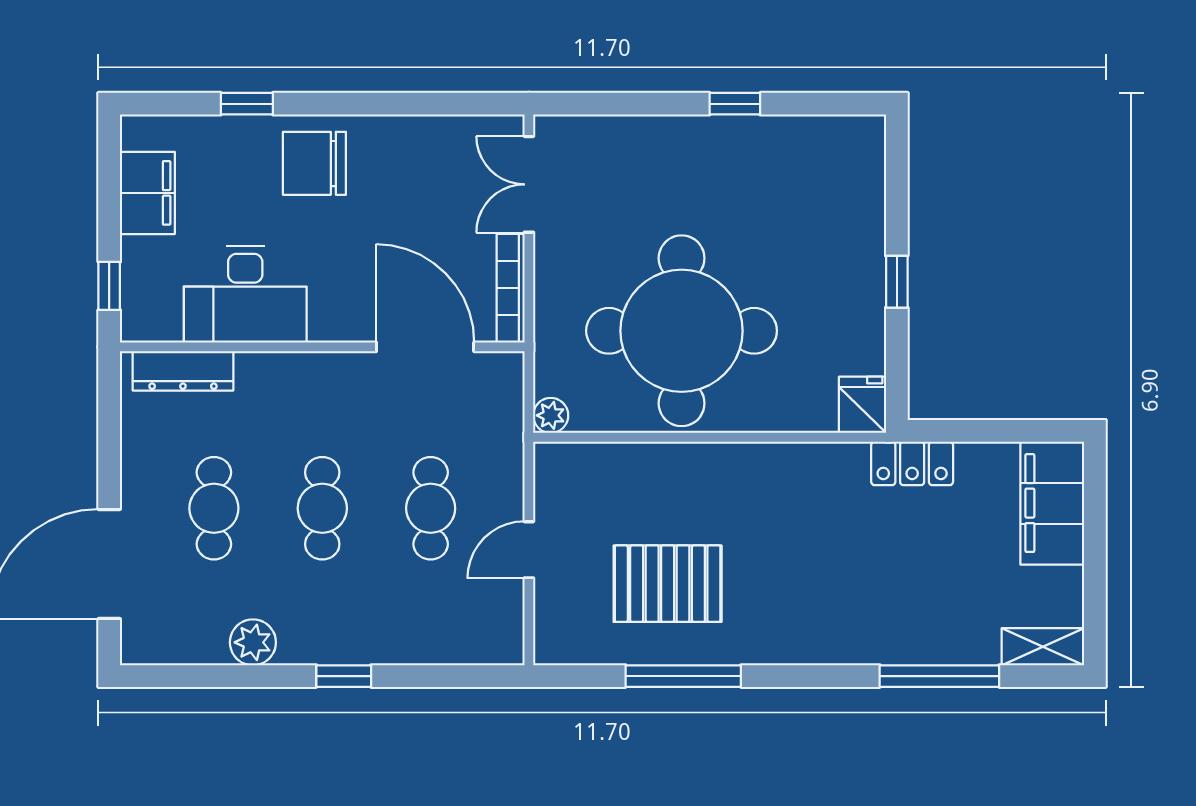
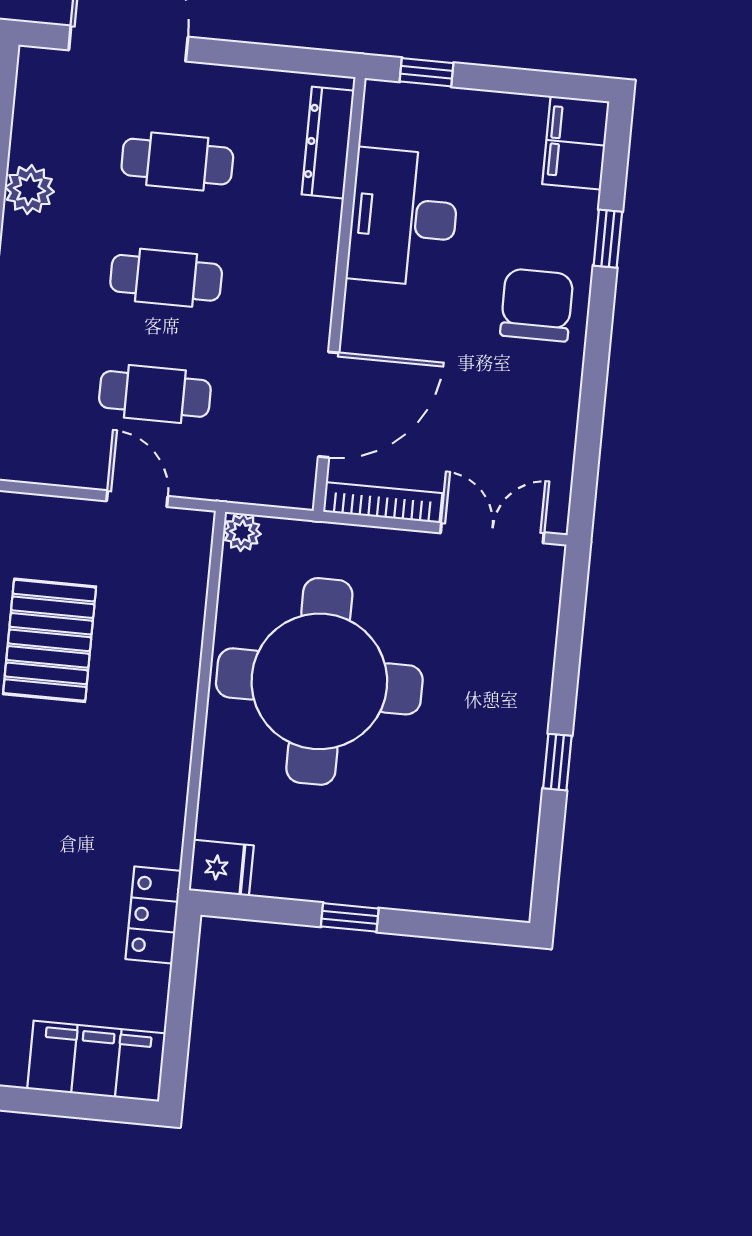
filing cabinet: (147, 193) -> (576, 143), moved, turned 90
door: (529, 550) -> (137, 499), moved

